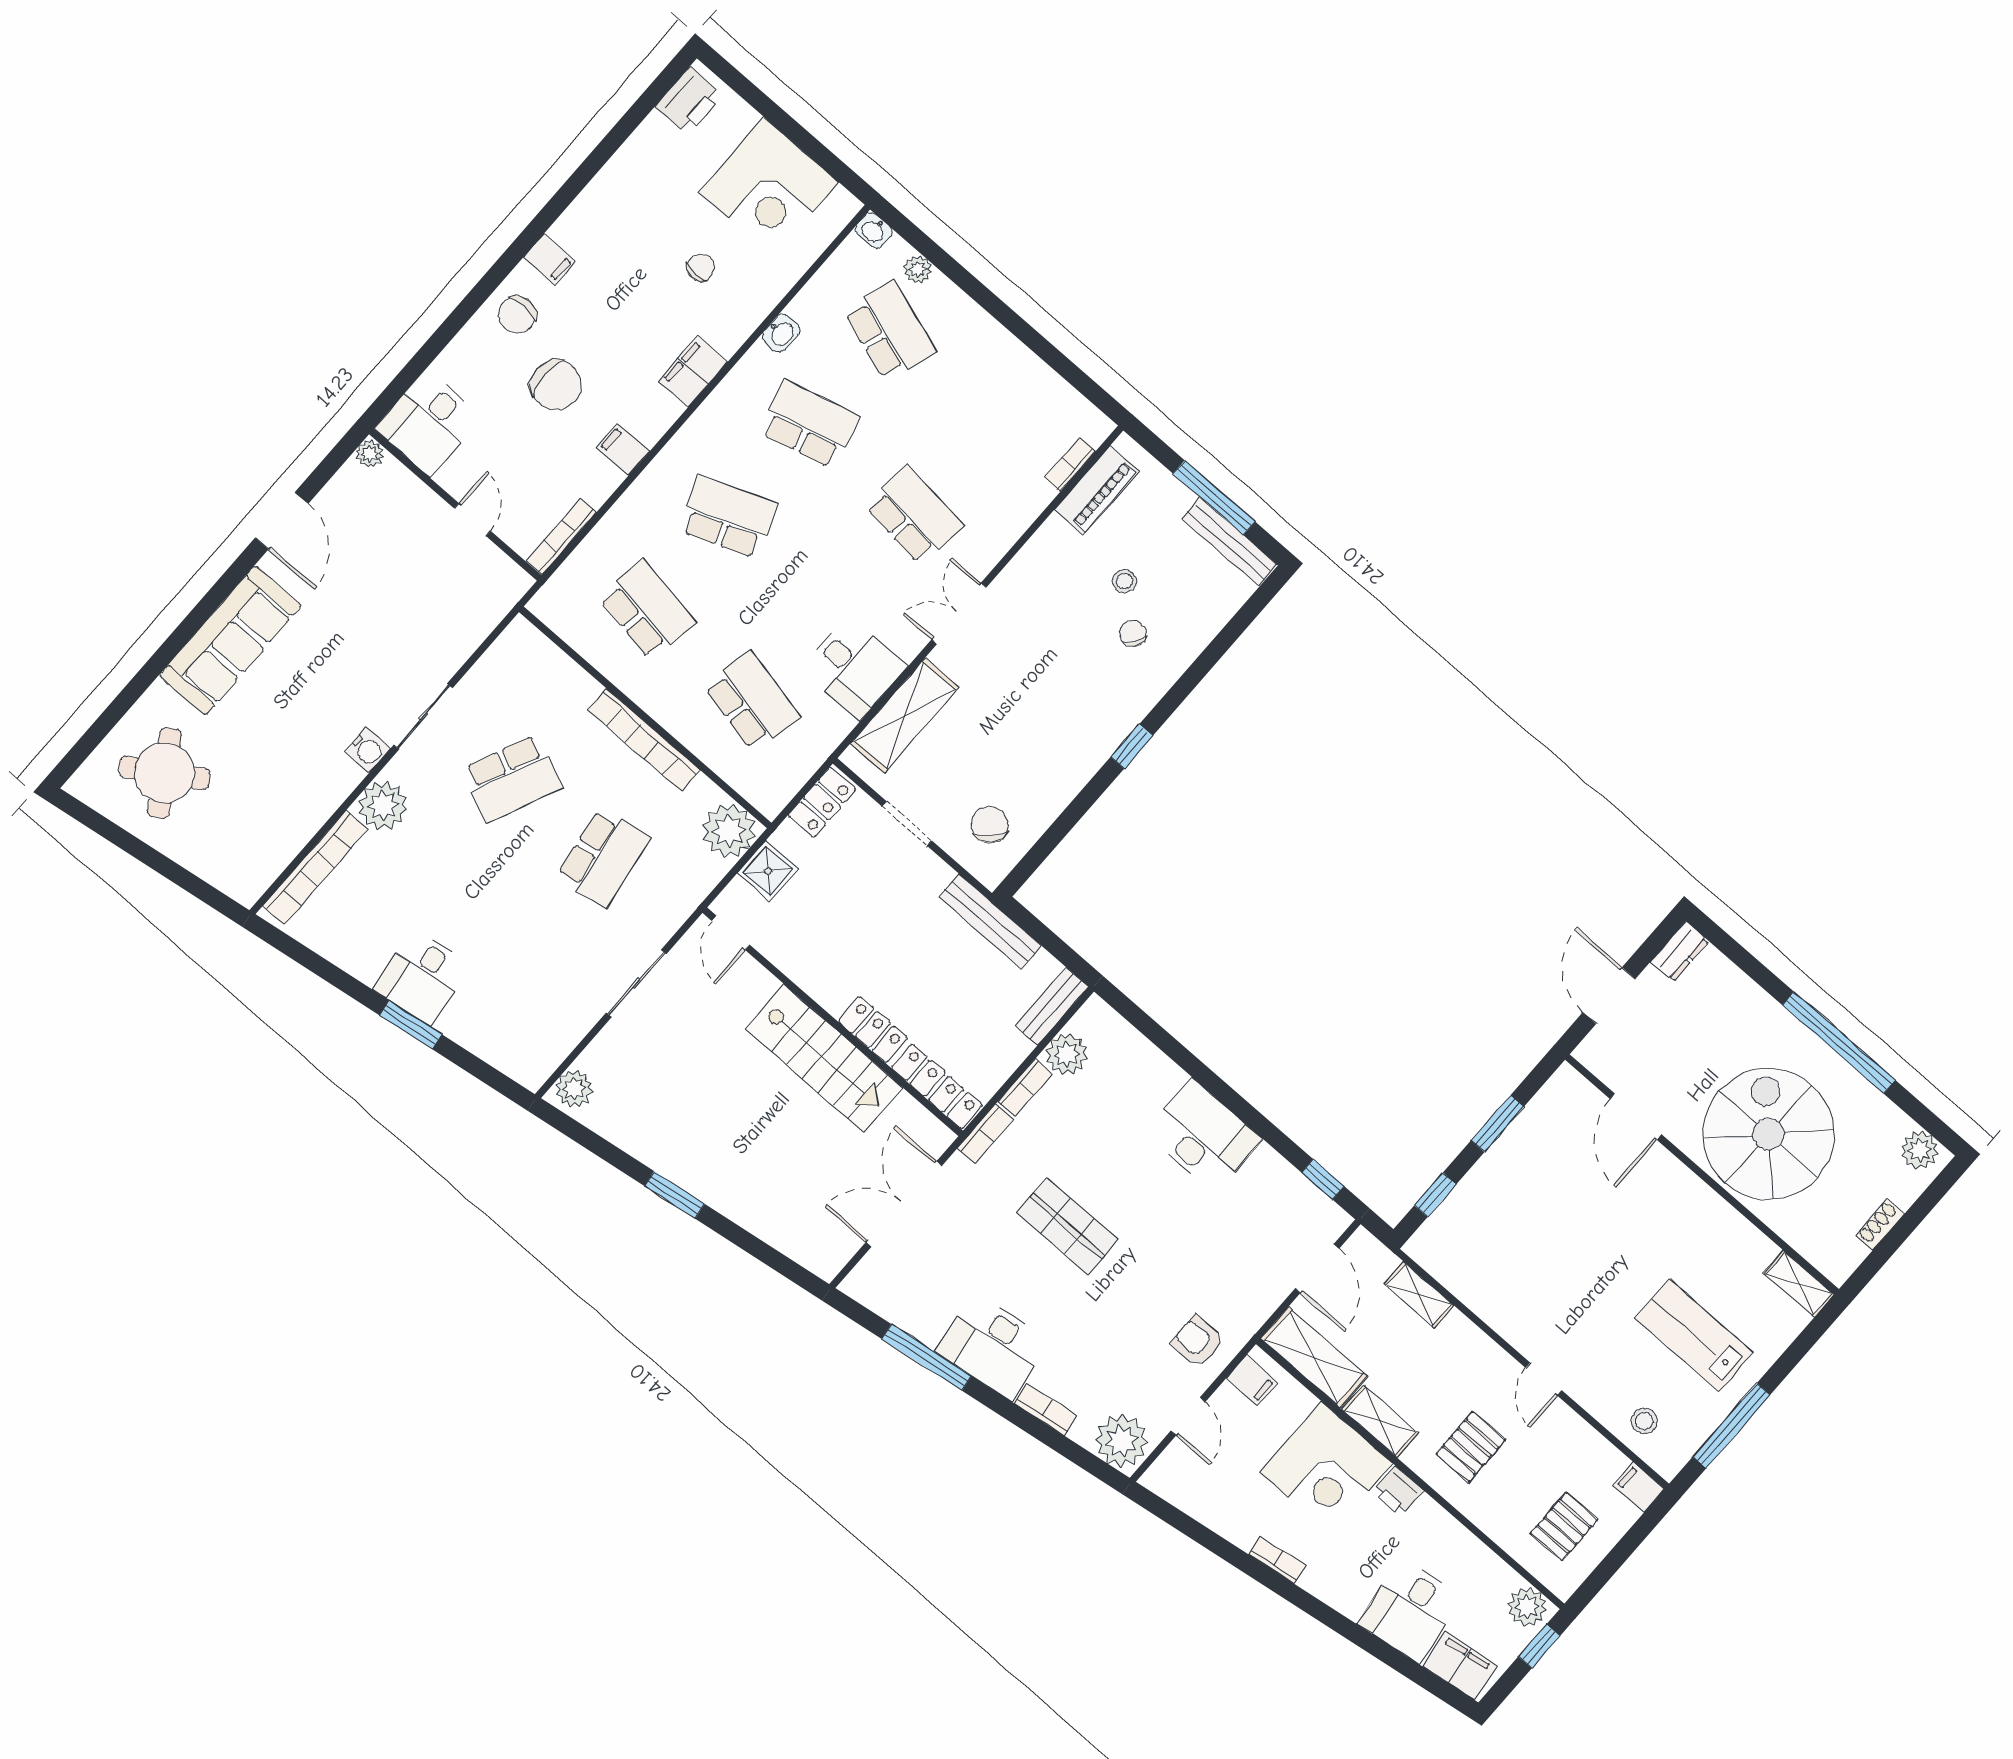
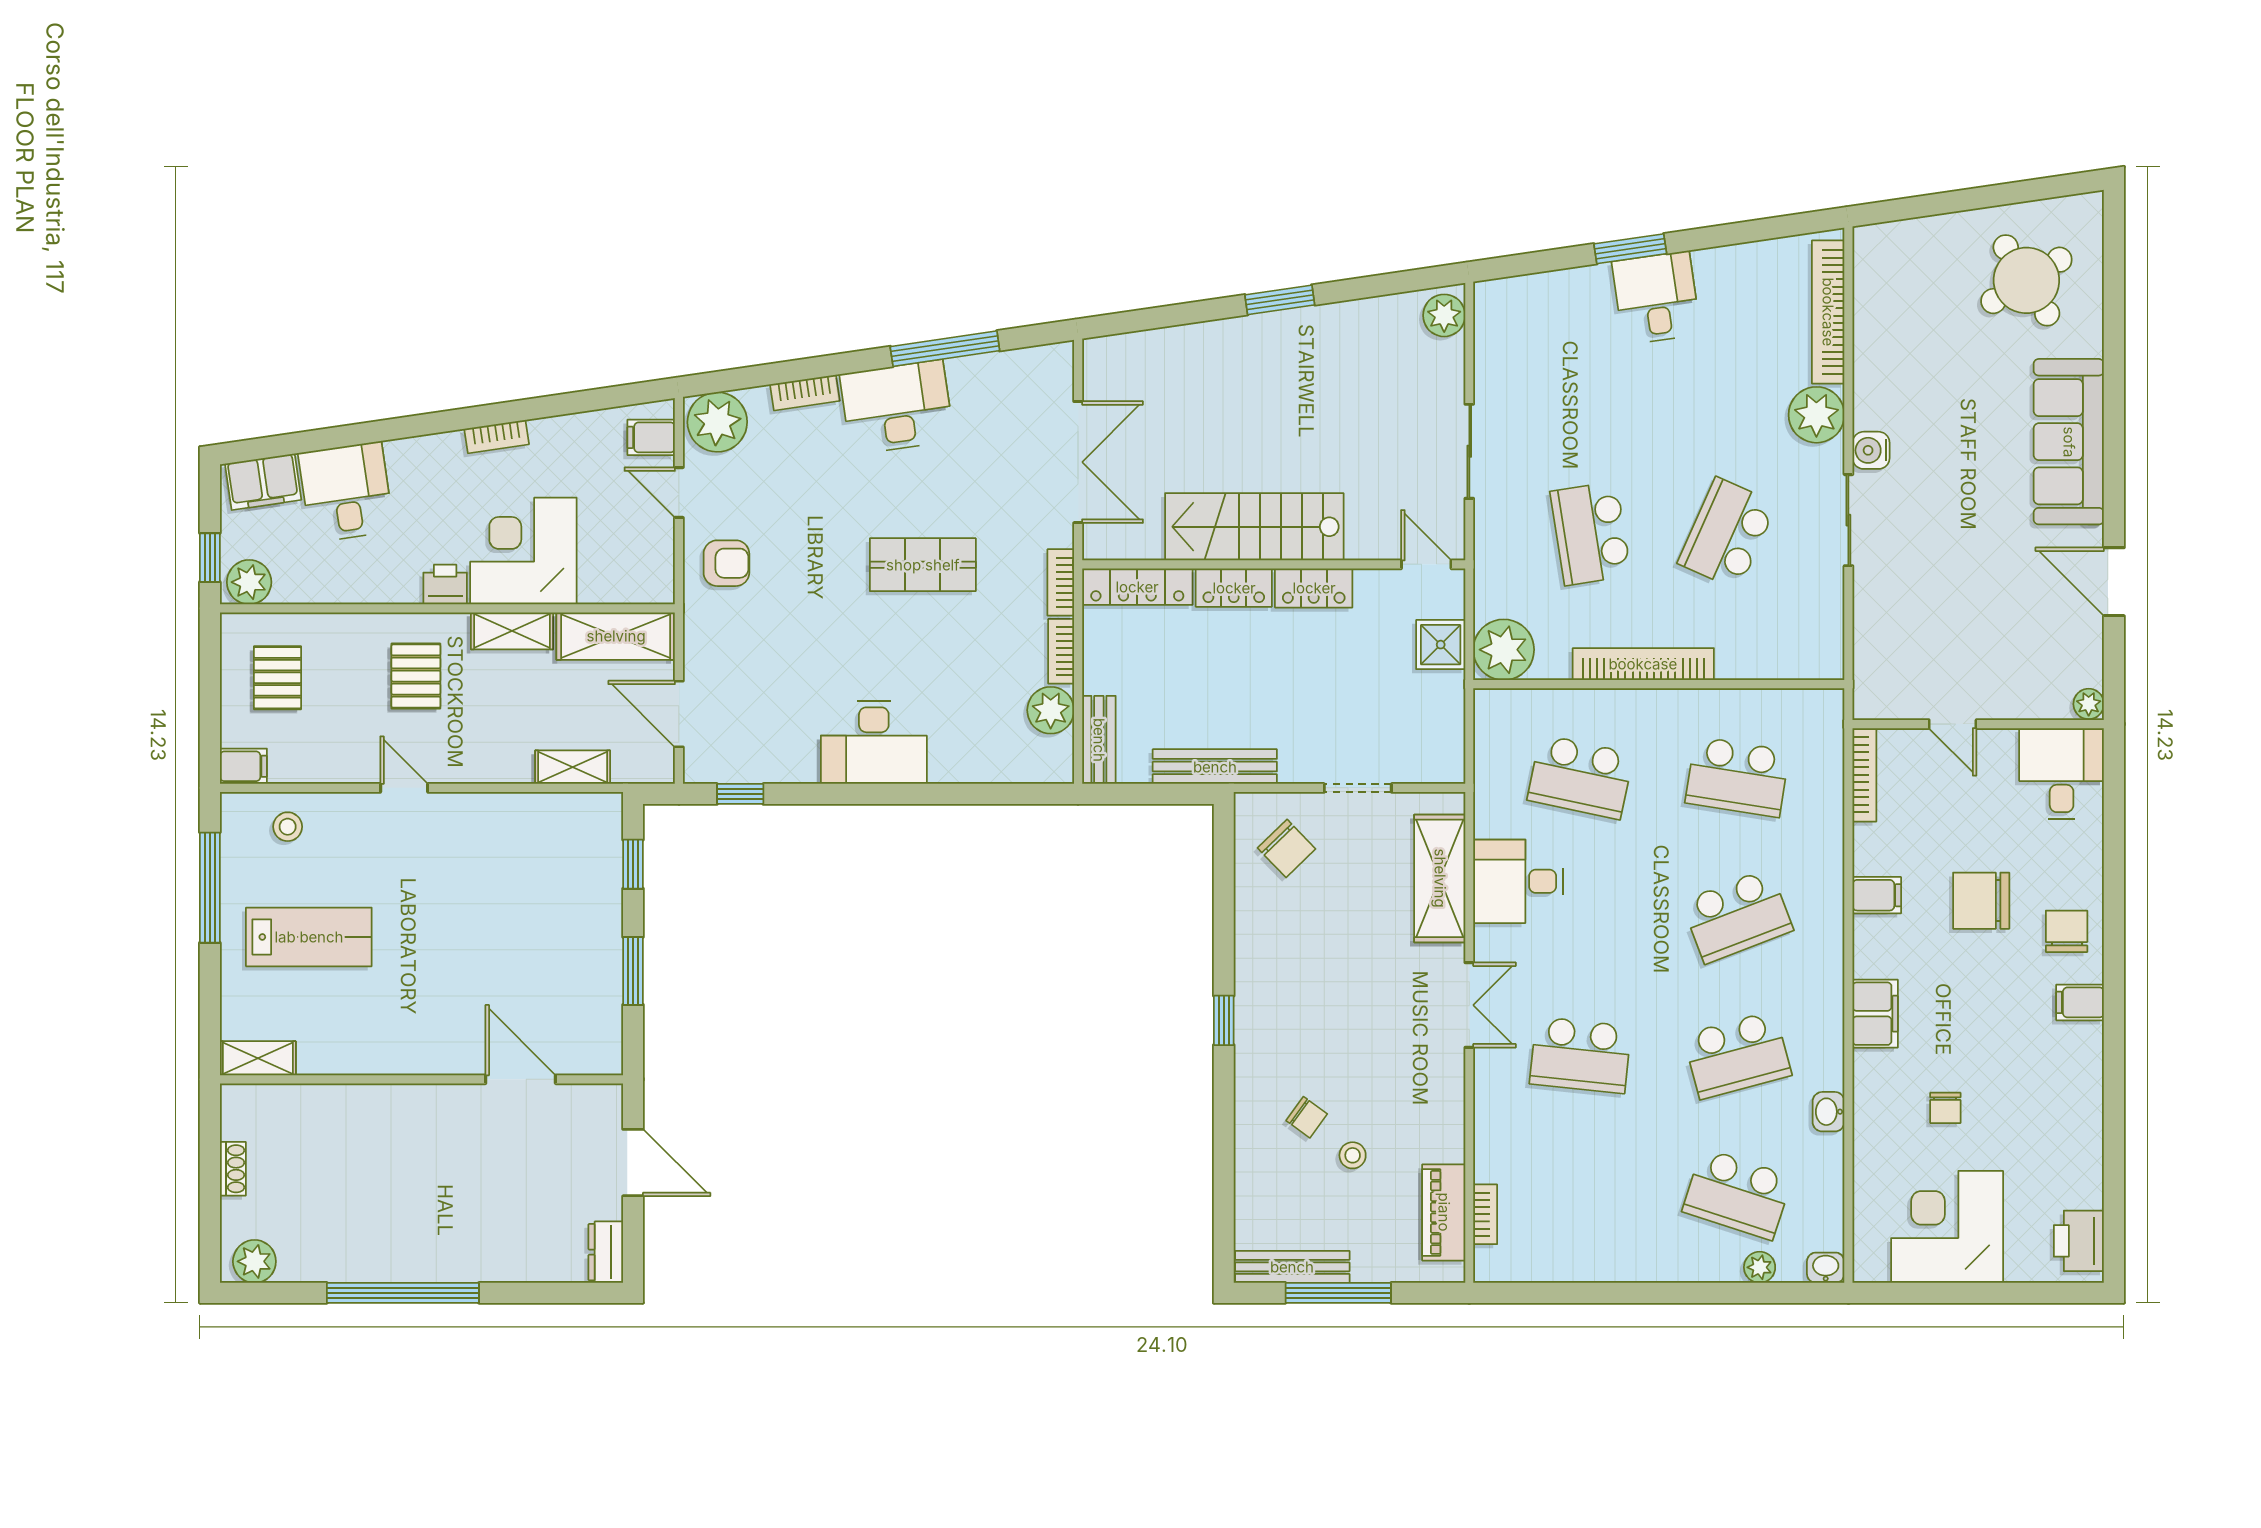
locker: (822, 802) -> (1314, 588), moved, turned -90
spiral stairs: (1768, 1134) -> (395, 1163), removed
filing cabinet: (1252, 1380) -> (651, 437), moved

